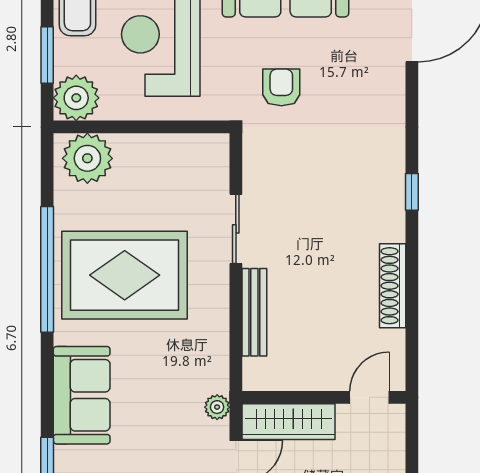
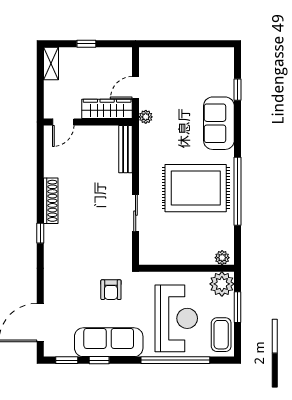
plant: (87, 158) -> (222, 258), width x0.53, depth x0.53
shoe rack: (393, 286) -> (51, 201), moved
bench: (254, 312) -> (125, 149), moved

